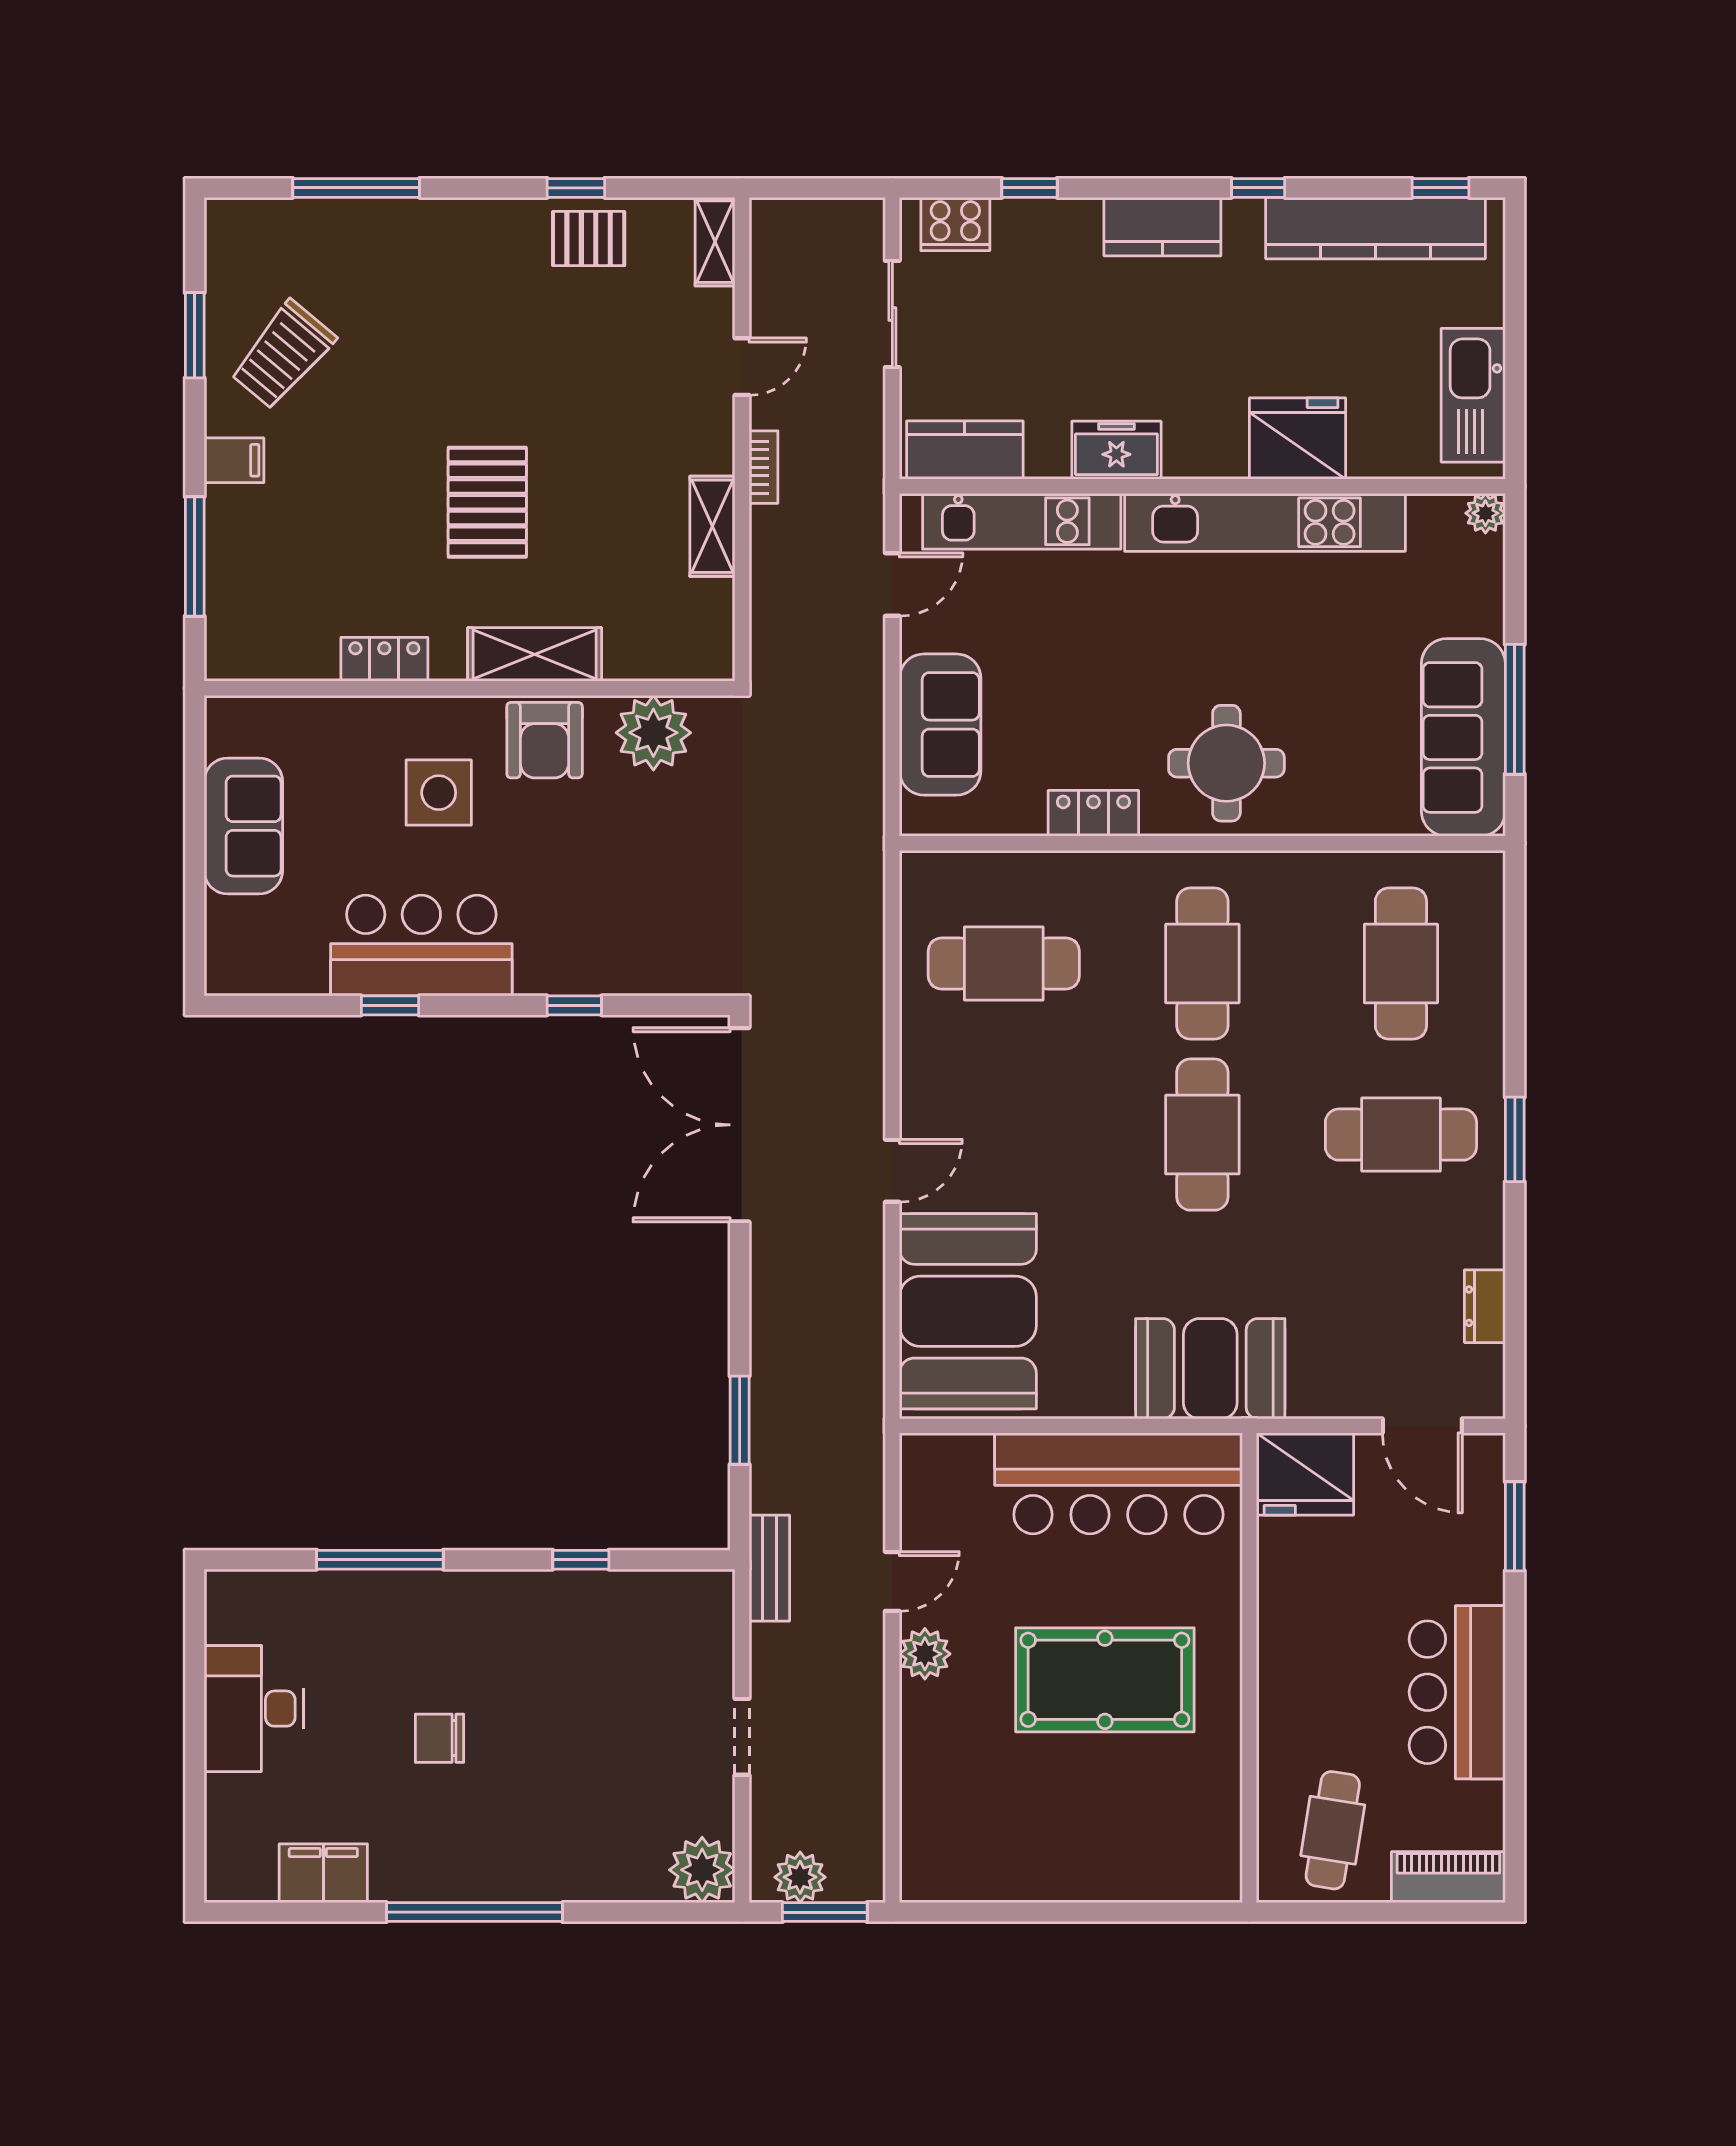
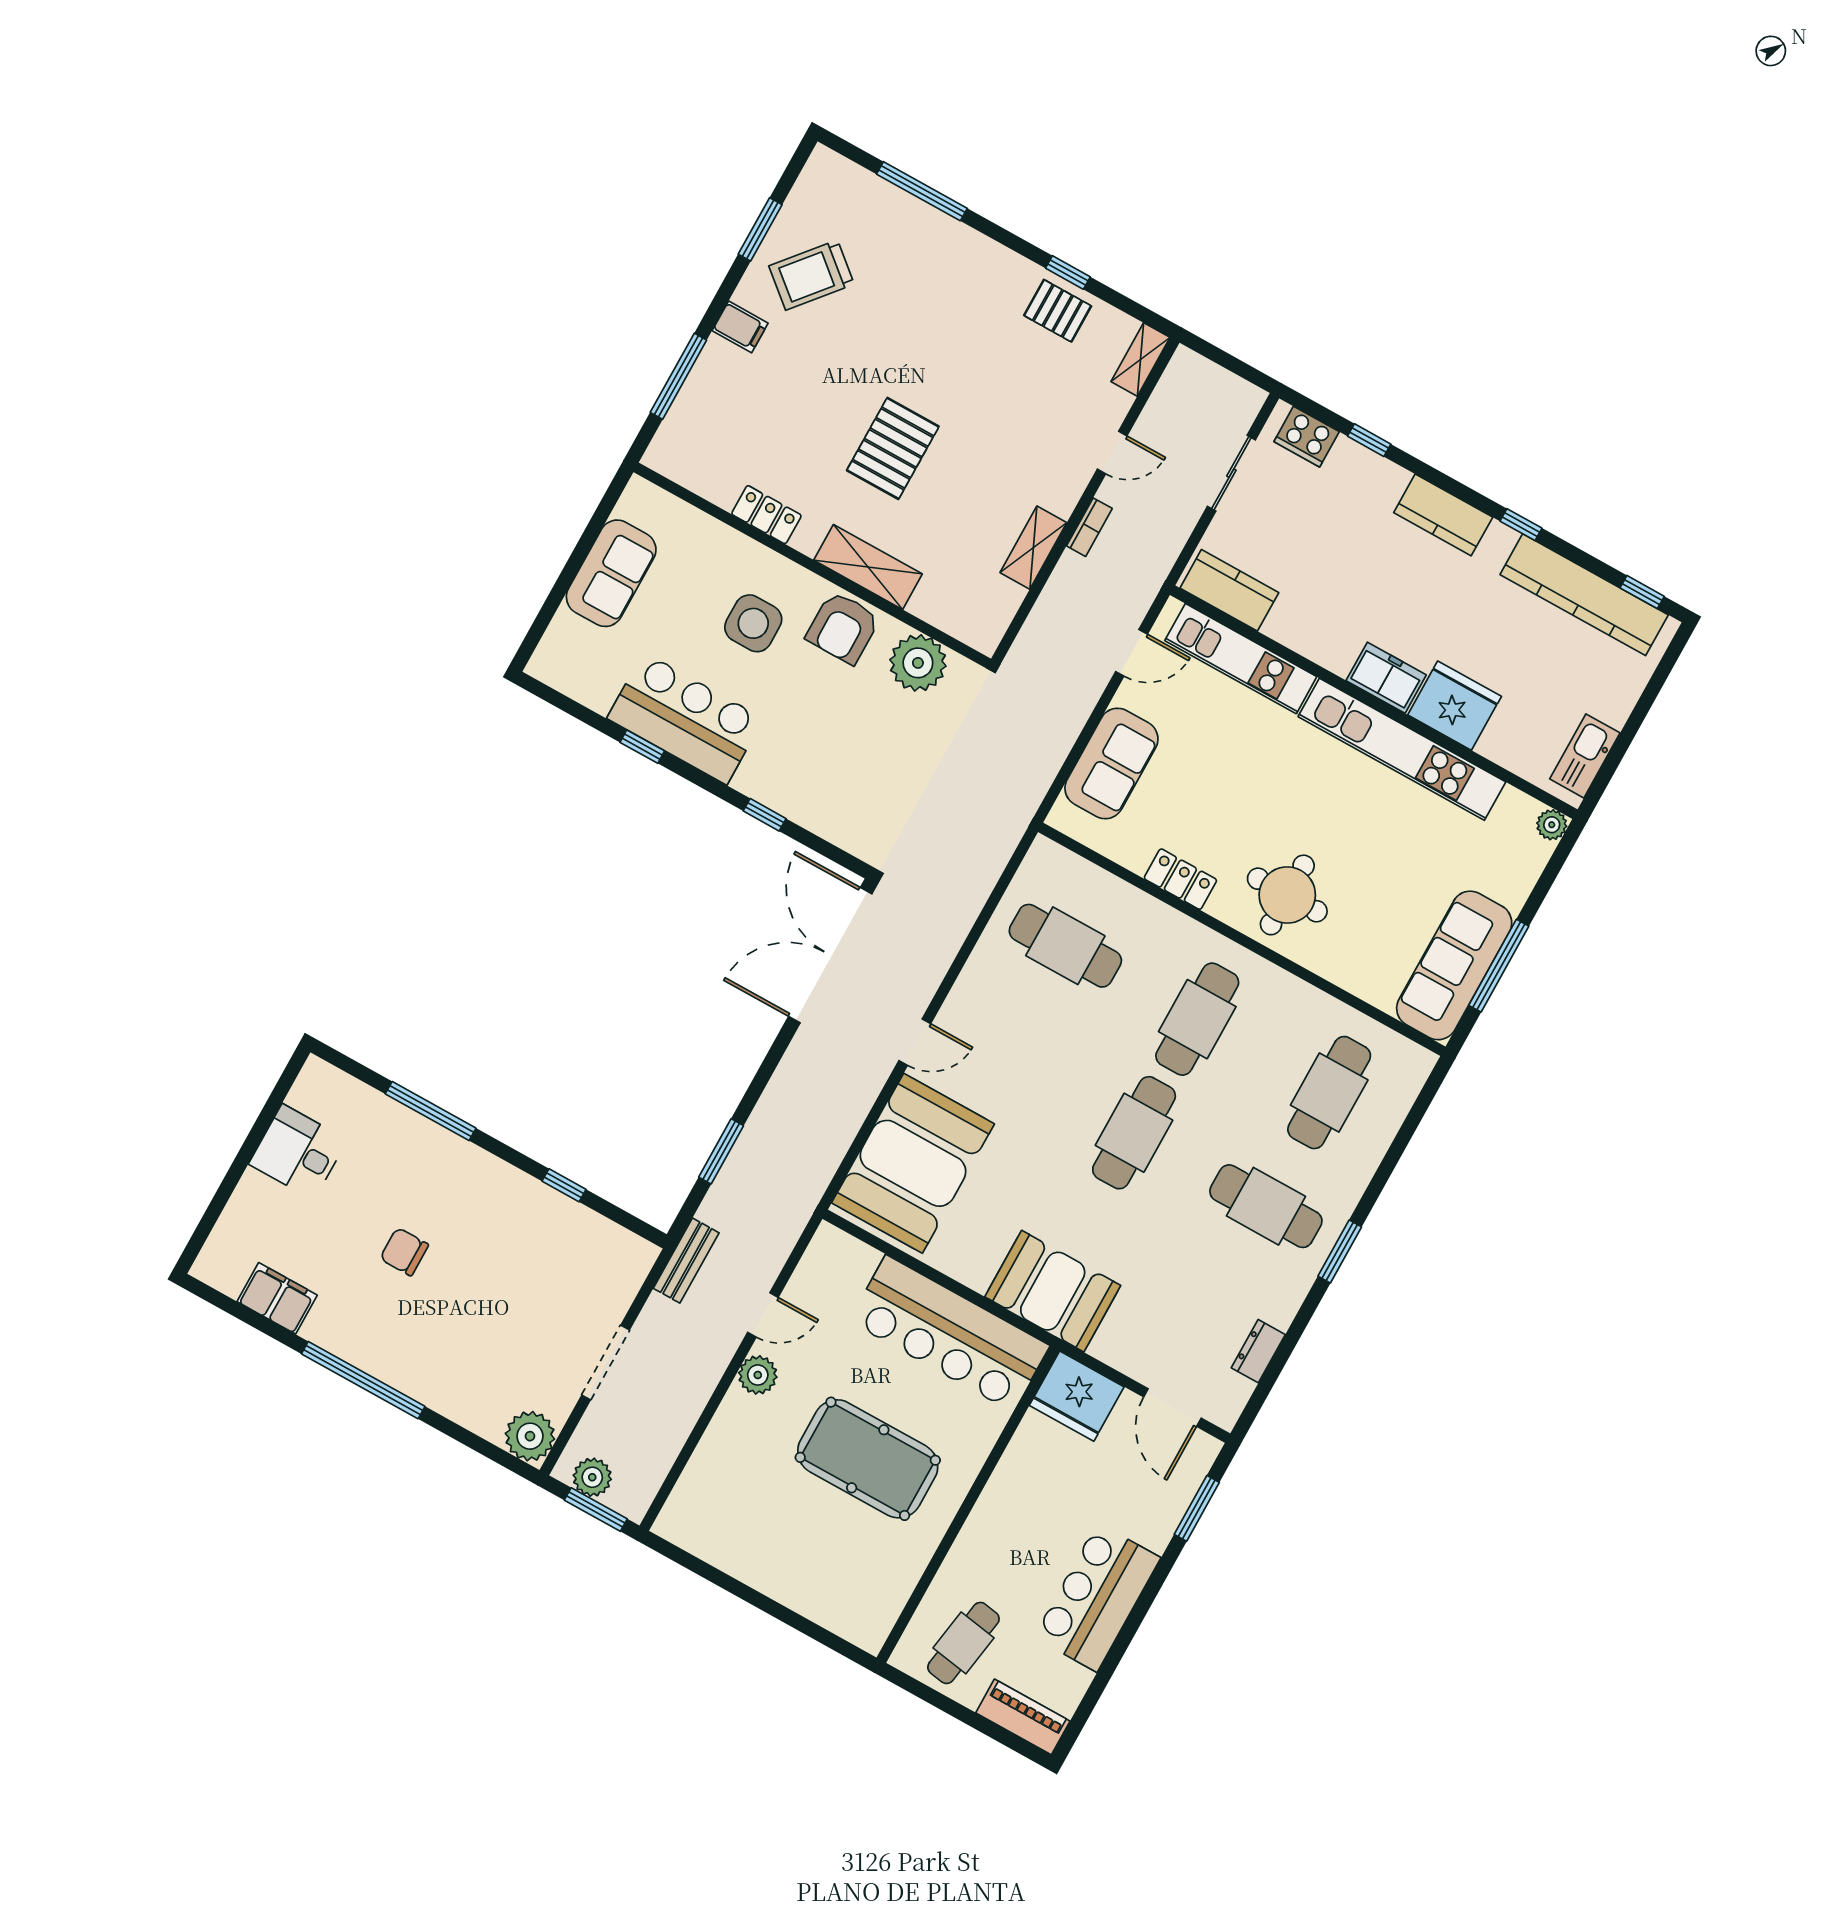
kitchen sink: (1473, 395) -> (1585, 756), width x0.73, depth x0.81
freezer: (1116, 450) -> (1386, 678), moved
desk: (254, 1709) -> (298, 1152), width x0.73
doorway: (742, 1737) -> (606, 1363), width x1.38

